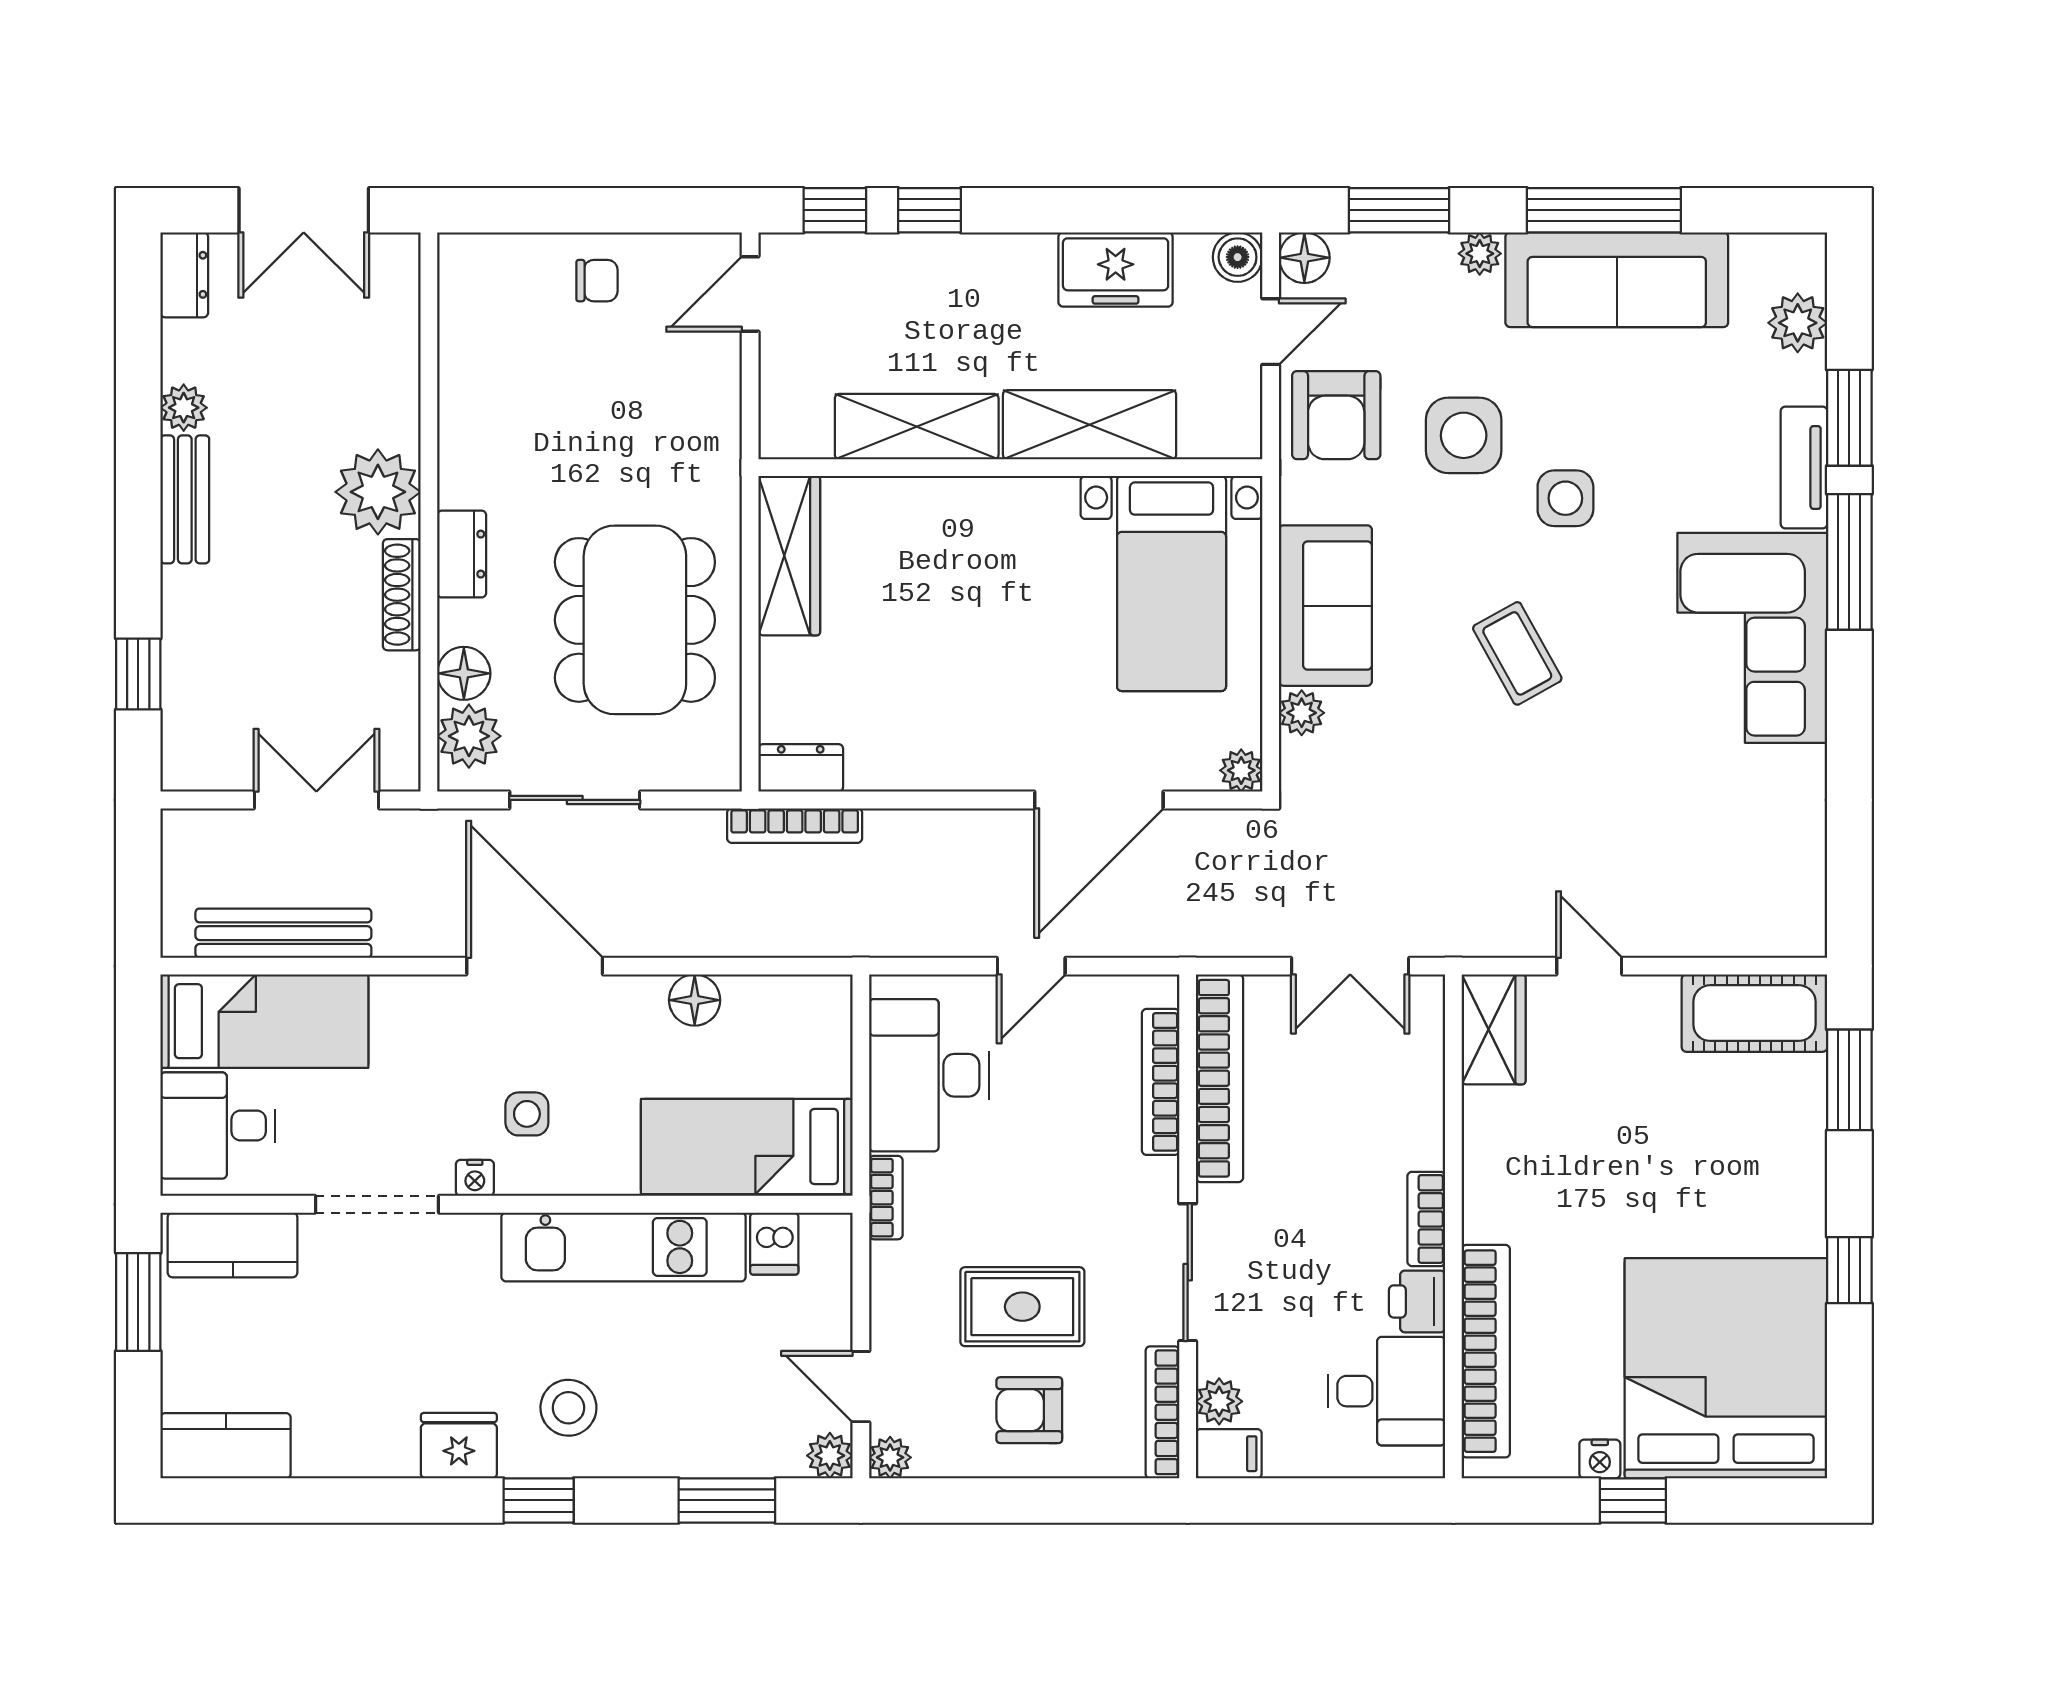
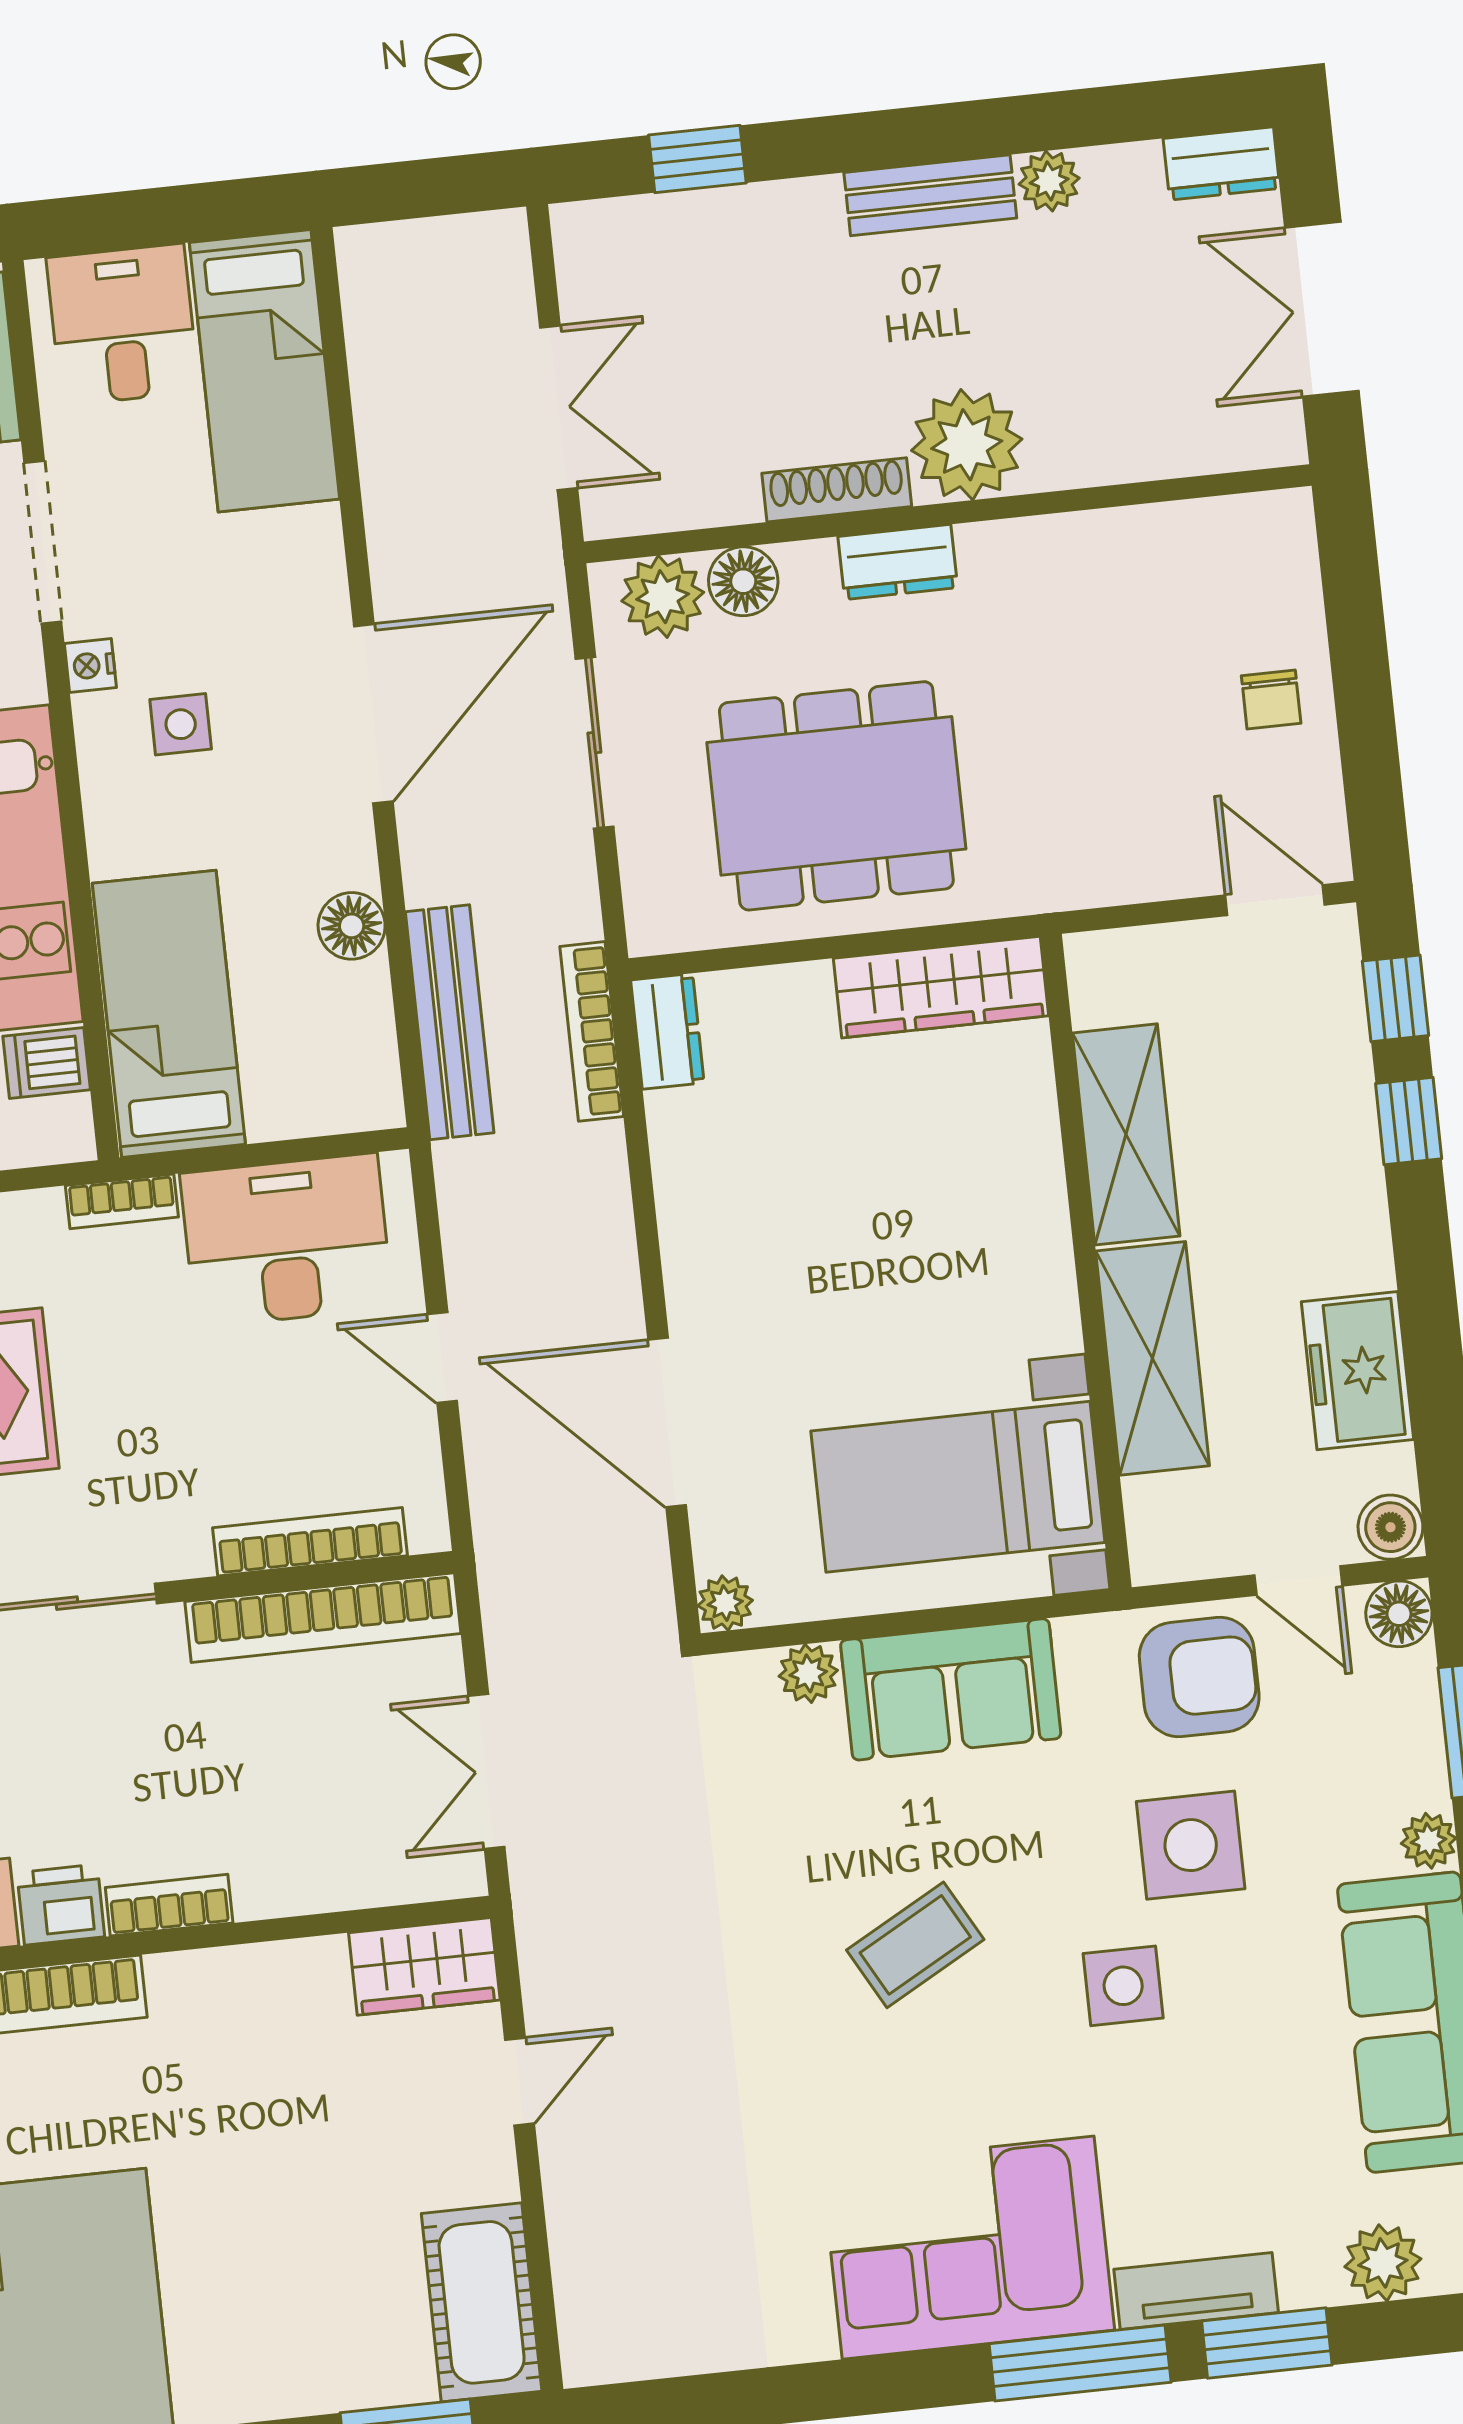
armchair: (1336, 415) -> (1199, 1677), turned 180
bench: (283, 933) -> (450, 1022), moved

